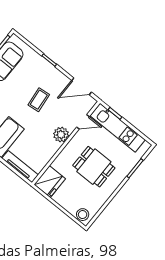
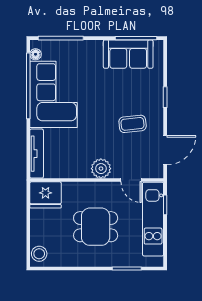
door: (82, 86) -> (165, 150), swing flipped
coffee table: (39, 100) -> (133, 124), moved
dining table: (94, 167) -> (96, 227), turned 90

